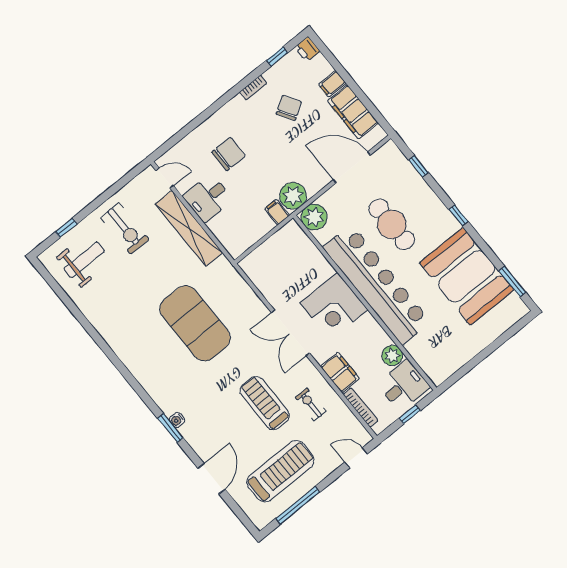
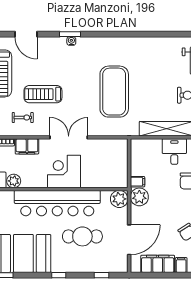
exercise mat: (195, 323) -> (114, 92), turned 90
treadmill: (265, 403) -> (43, 94), turned 180

